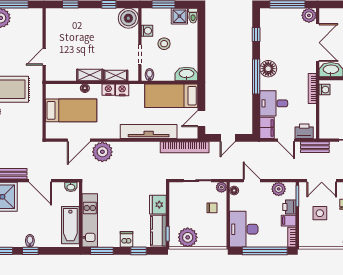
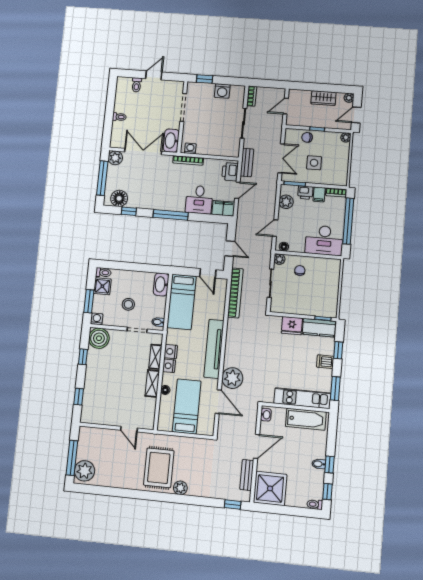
washing machine: (147, 31) -> (97, 319), moved
floor lamp: (268, 69) -> (119, 198), moved
tv unit: (149, 132) -> (214, 349), moved
plant: (188, 237) -> (328, 298), removed

